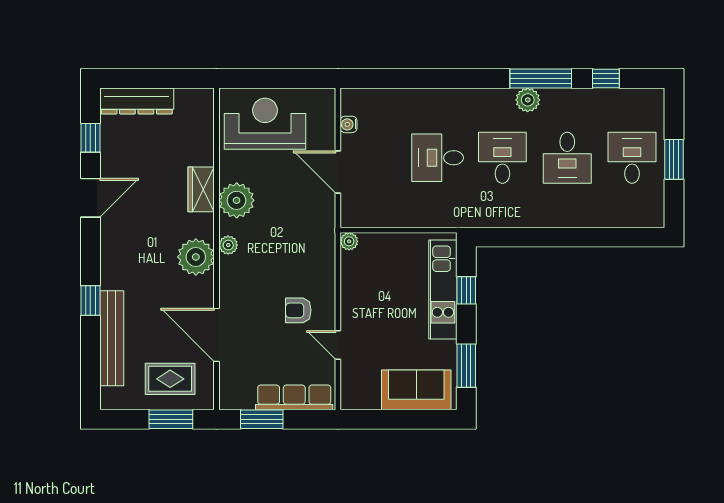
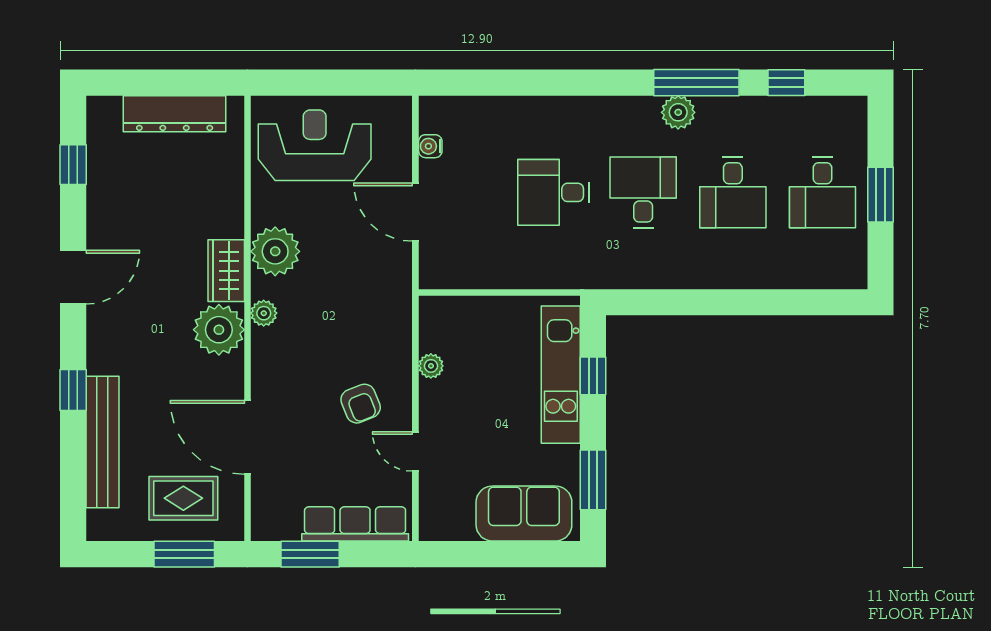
dresser: (137, 101) -> (175, 114), moved
desk: (632, 158) -> (822, 192), turned 180
wardrobe: (201, 189) -> (226, 271), moved
door: (90, 198) -> (73, 277), moved
plant: (349, 241) -> (431, 366), moved
armchair: (298, 310) -> (361, 404), turned -112

